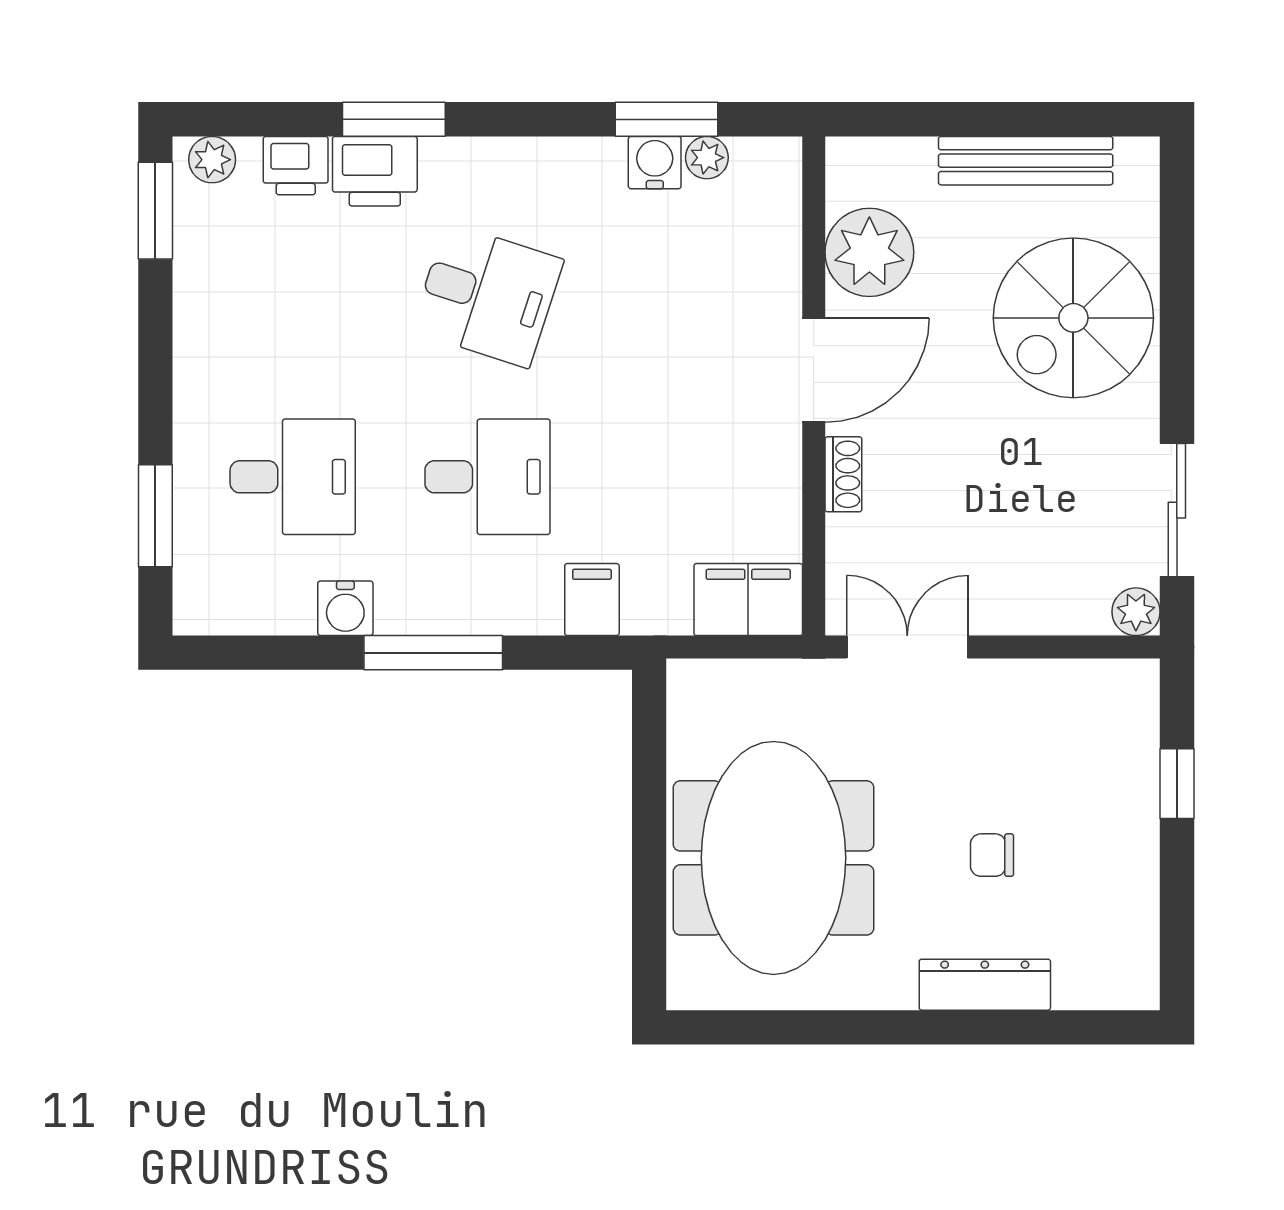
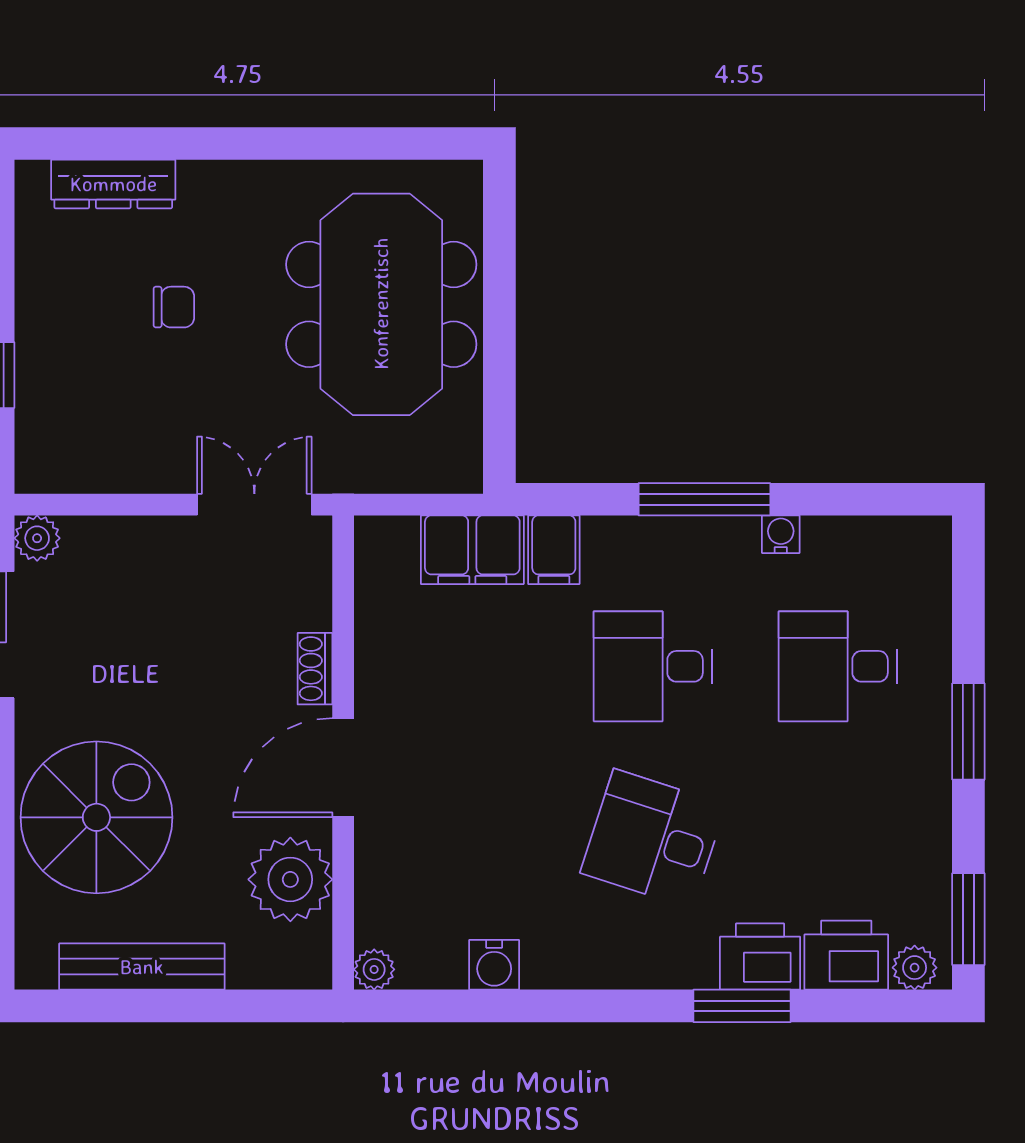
window: (667, 119) -> (483, 1006), removed
plant: (707, 158) -> (374, 969), moved
printer: (296, 166) -> (846, 955), width x1.36, depth x1.24
window: (155, 516) -> (968, 731), moved
filing cabinet: (748, 600) -> (472, 550), moved
water cooler: (345, 608) -> (781, 534), width x0.72, depth x0.72
double door: (907, 647) -> (254, 505), swing flipped
dresser: (985, 985) -> (113, 184), moved

